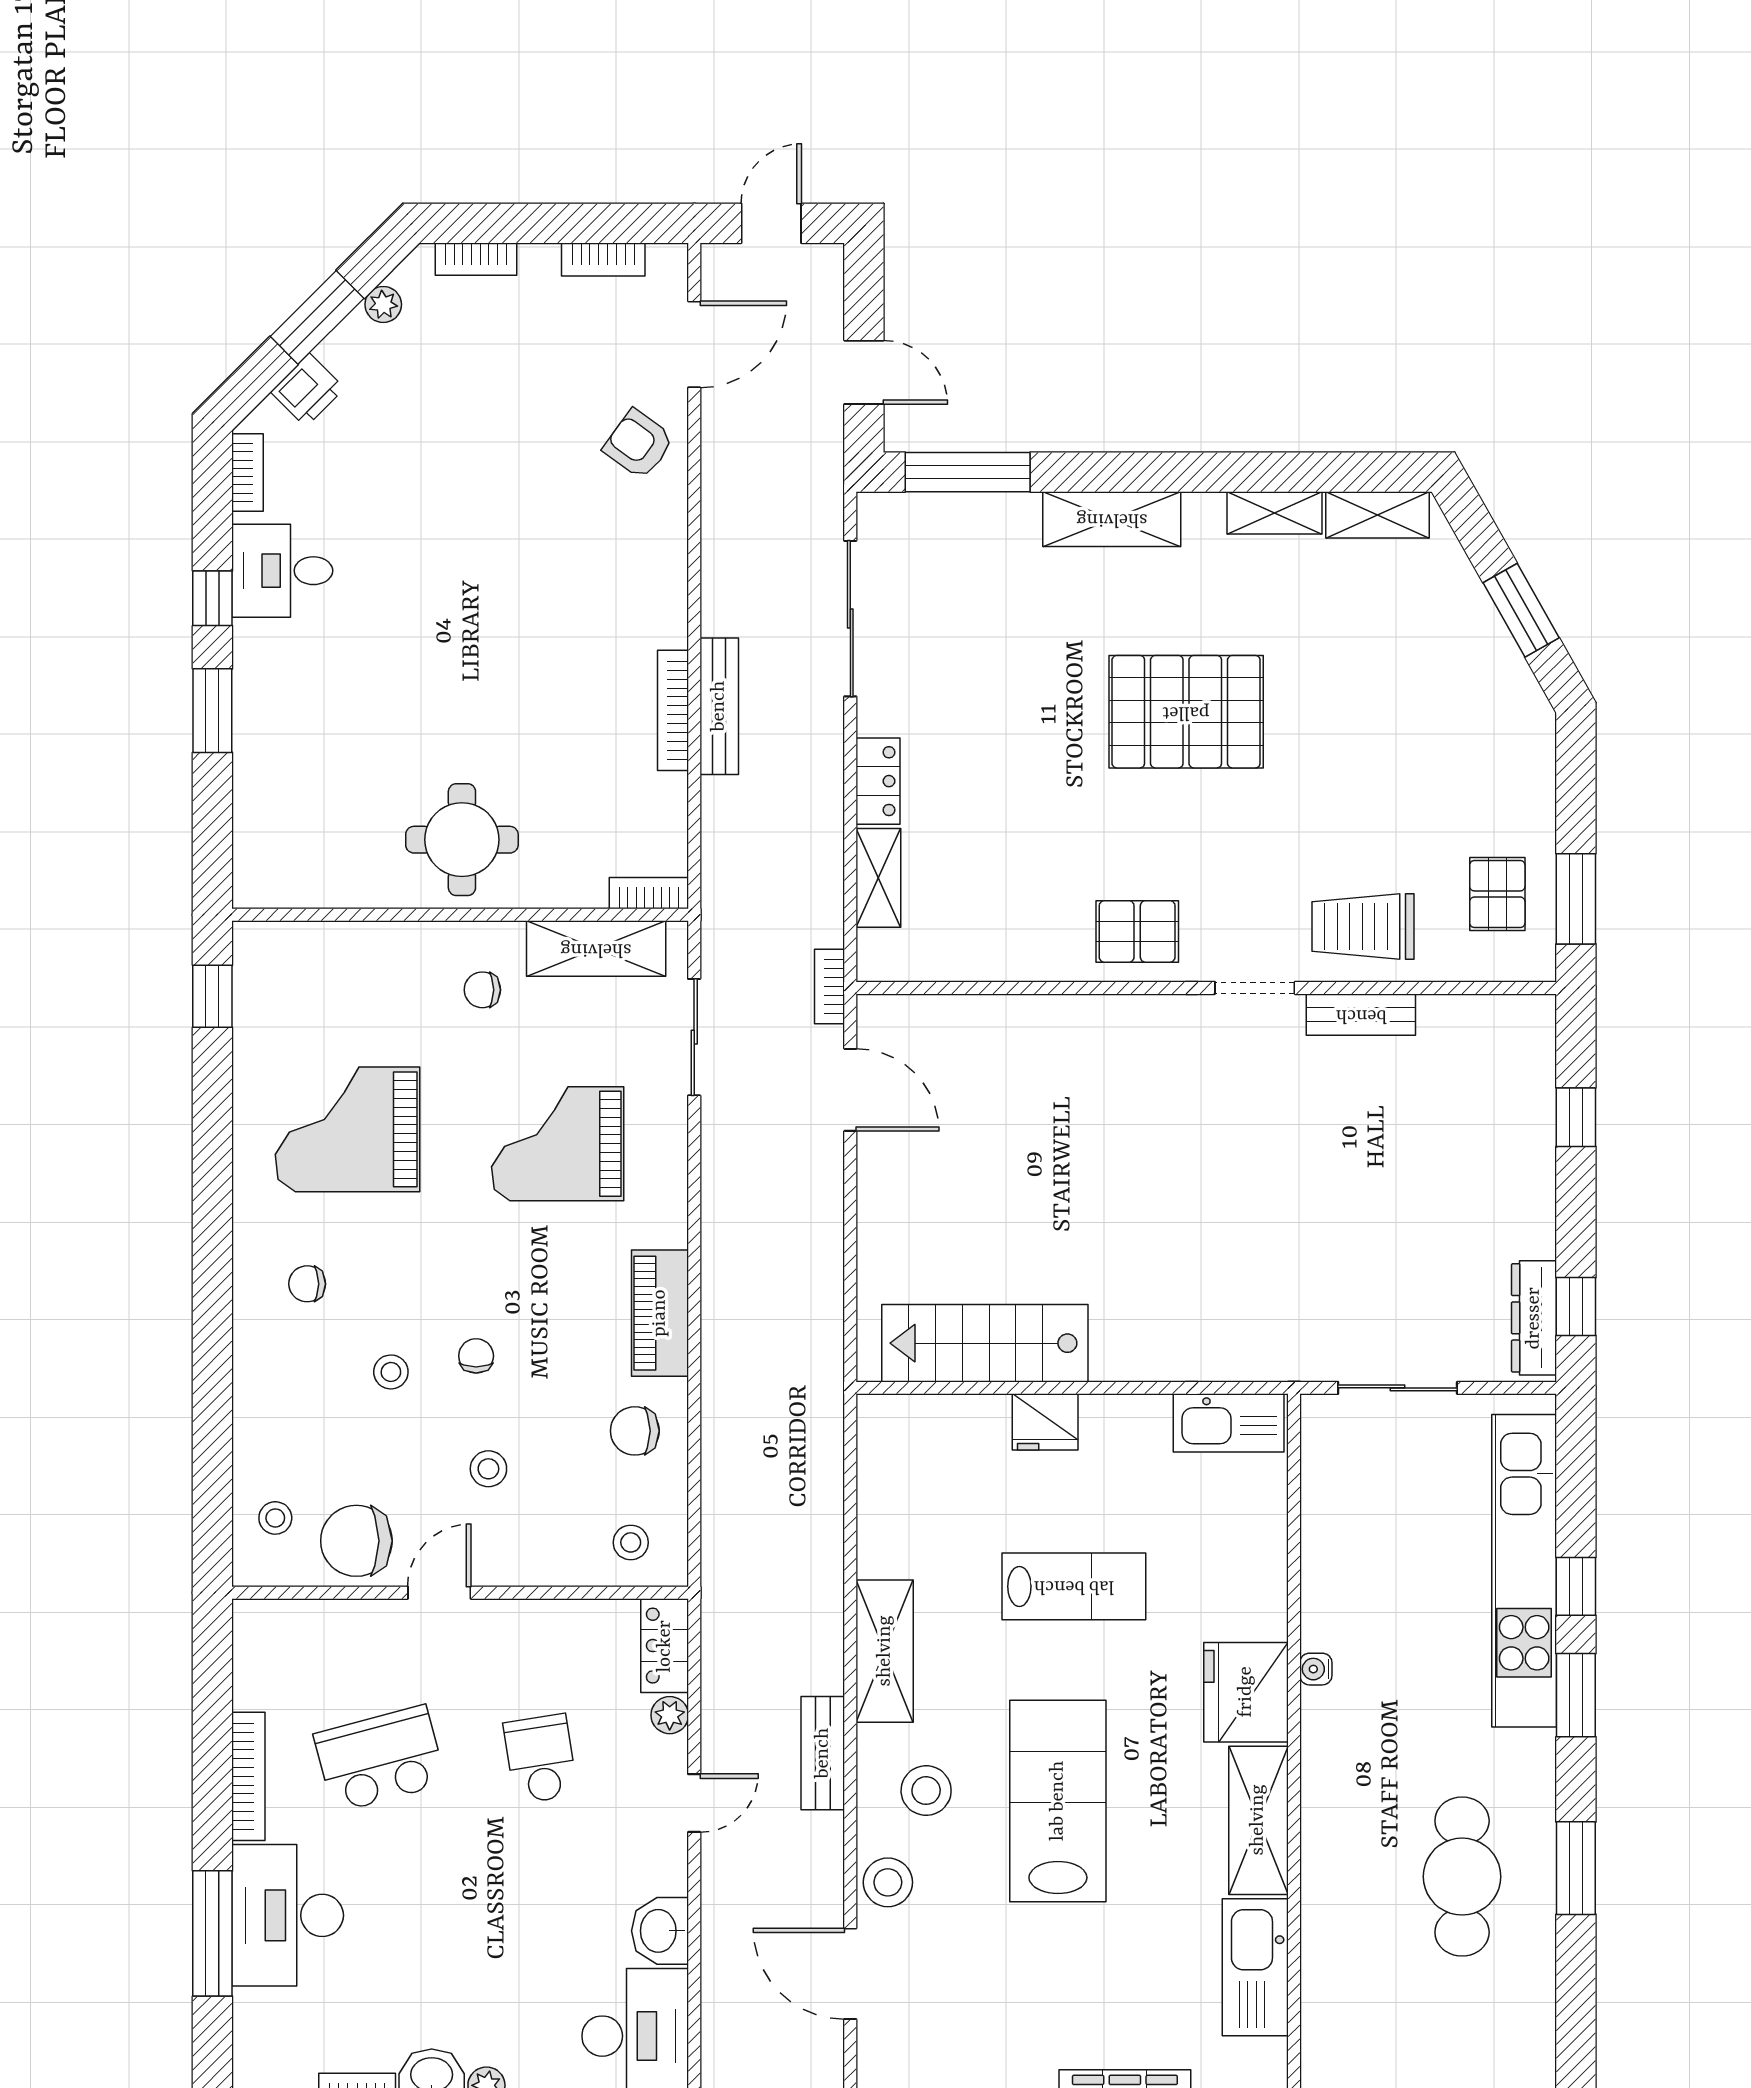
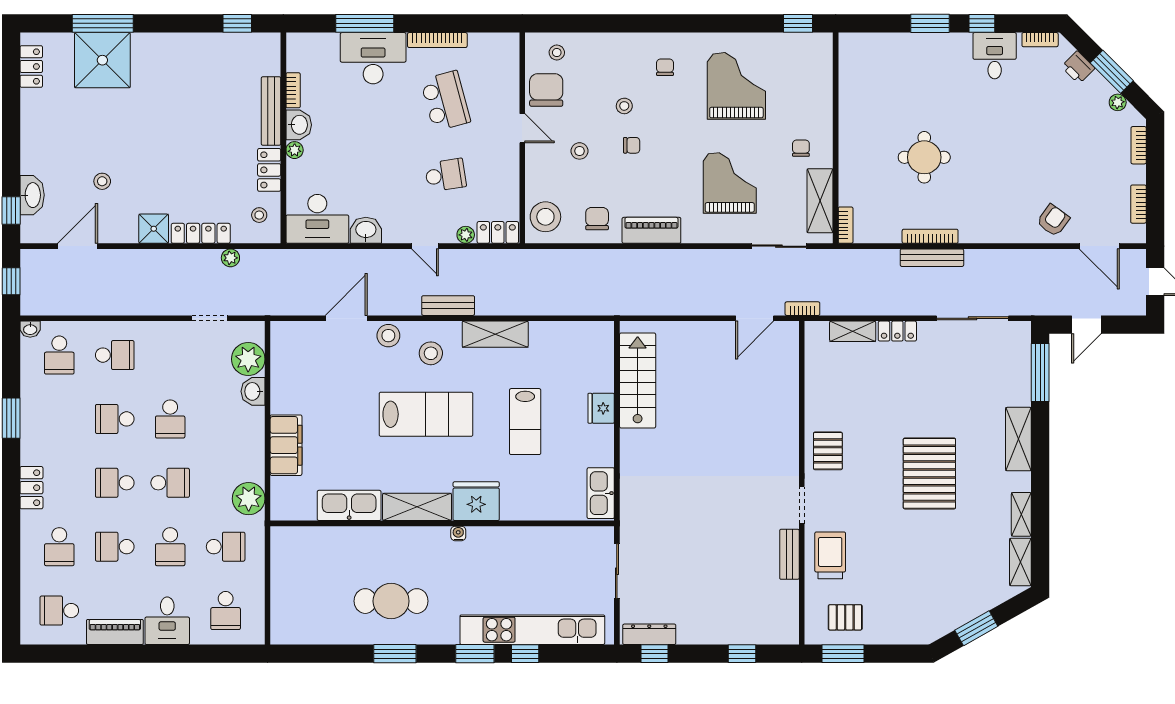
round table: (462, 840) -> (924, 157), moved
stool: (631, 1542) -> (545, 217), width x1.89, depth x1.89
water cooler: (1316, 1669) -> (458, 533), moved

